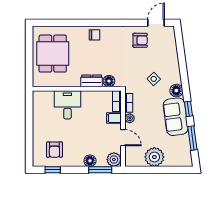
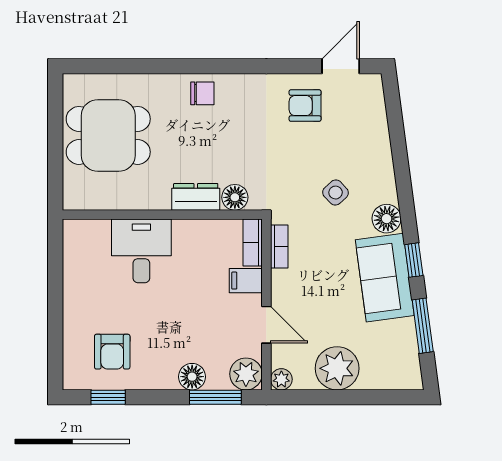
armchair: (140, 40) -> (305, 106), turned 180
dining table: (53, 54) -> (108, 135), turned 90
plant: (130, 118) -> (281, 379), moved

